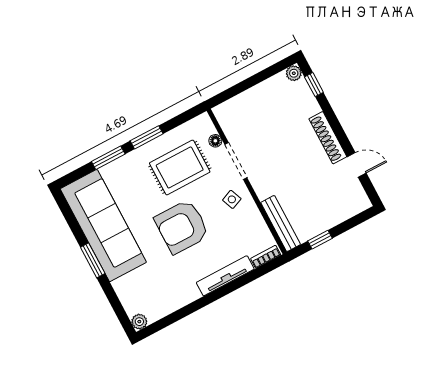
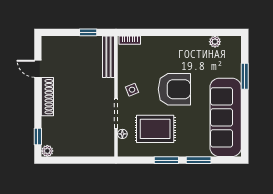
window: (93, 260) -> (245, 76), moved
tv unit: (225, 276) -> (163, 42), removed
plant: (139, 322) -> (215, 42), moved

